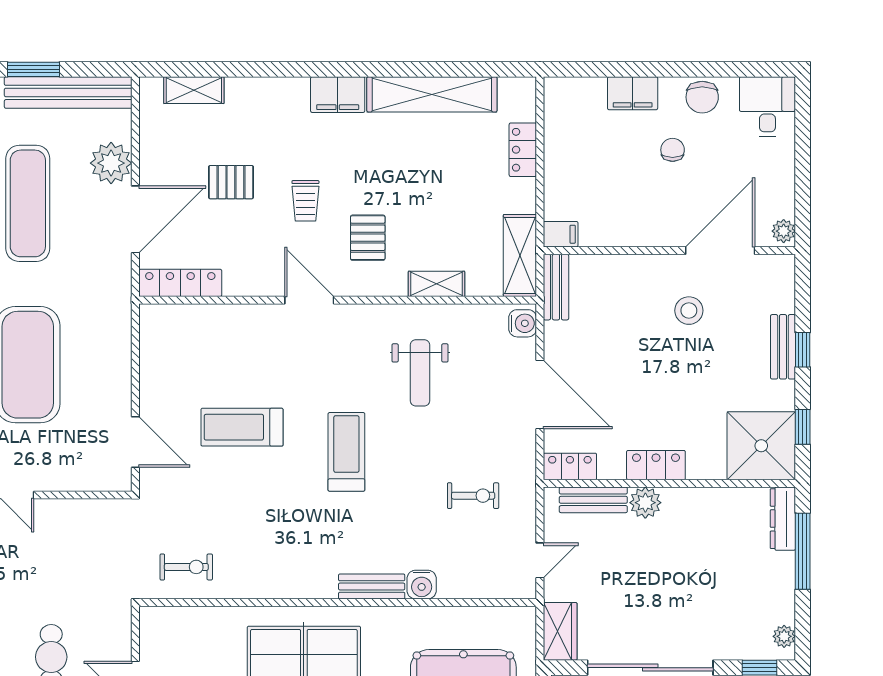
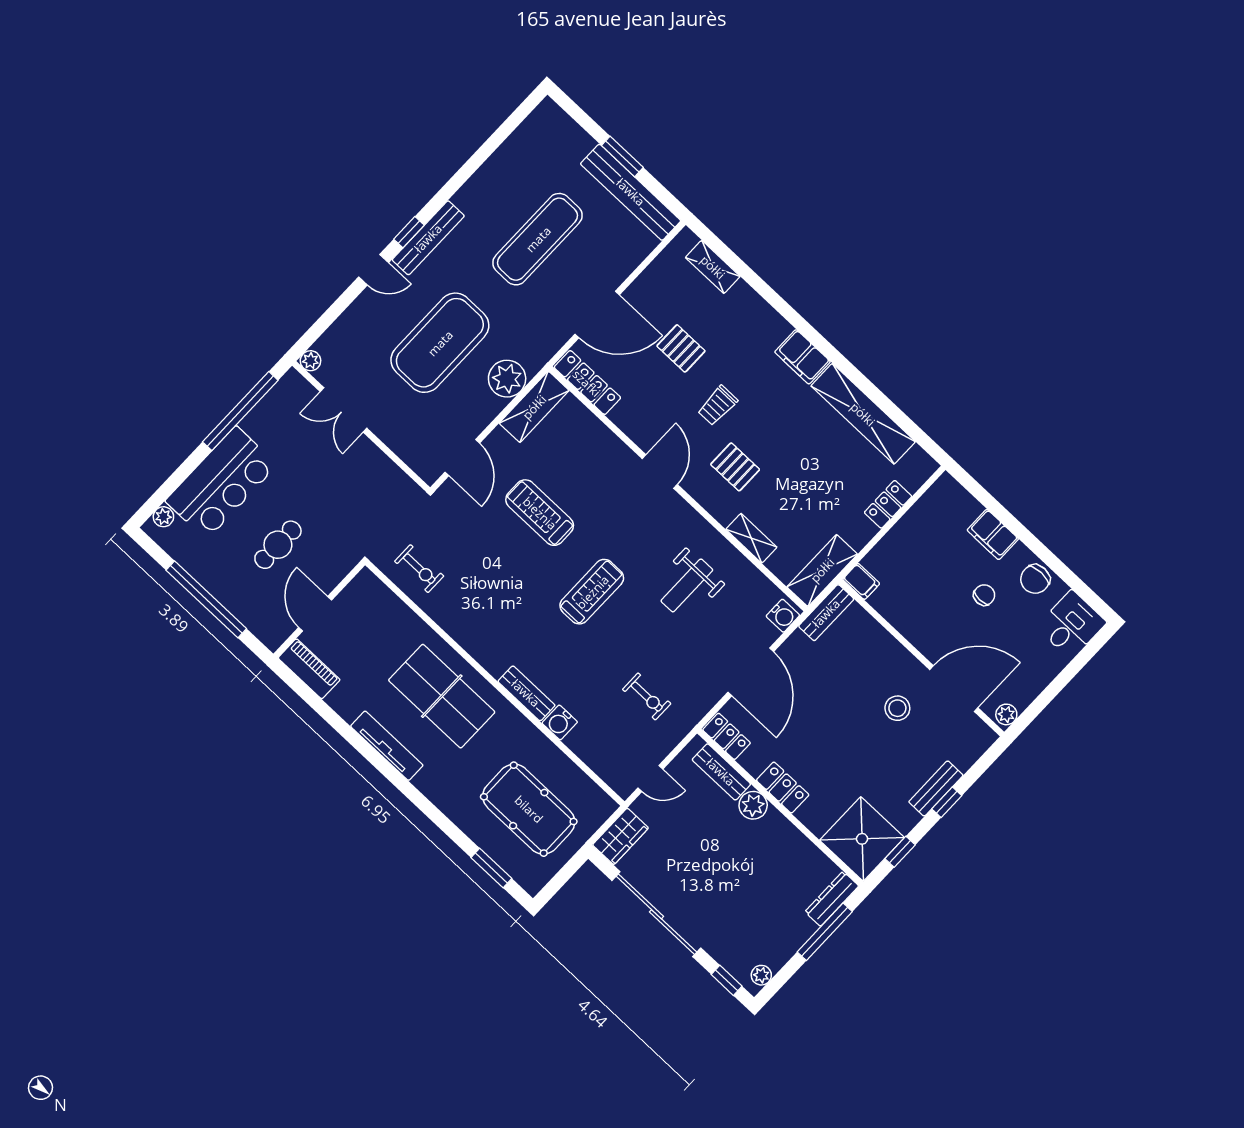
plant: (111, 163) -> (507, 379), moved
pallet: (368, 238) -> (735, 467), turned 90
shelving: (155, 344) -> (534, 407), added

